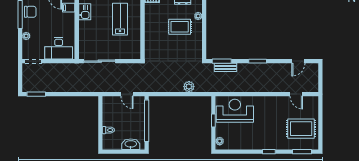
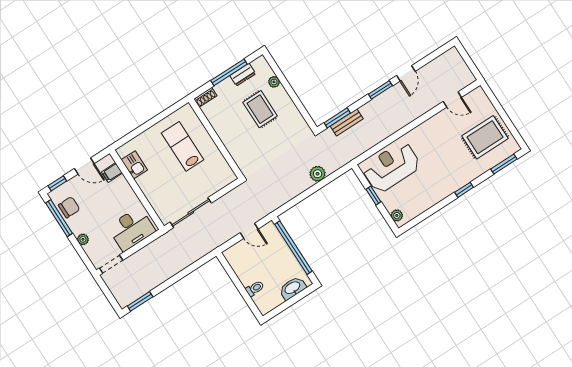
rug: (180, 27) -> (260, 109), turned 90
door: (298, 61) -> (406, 73), moved

